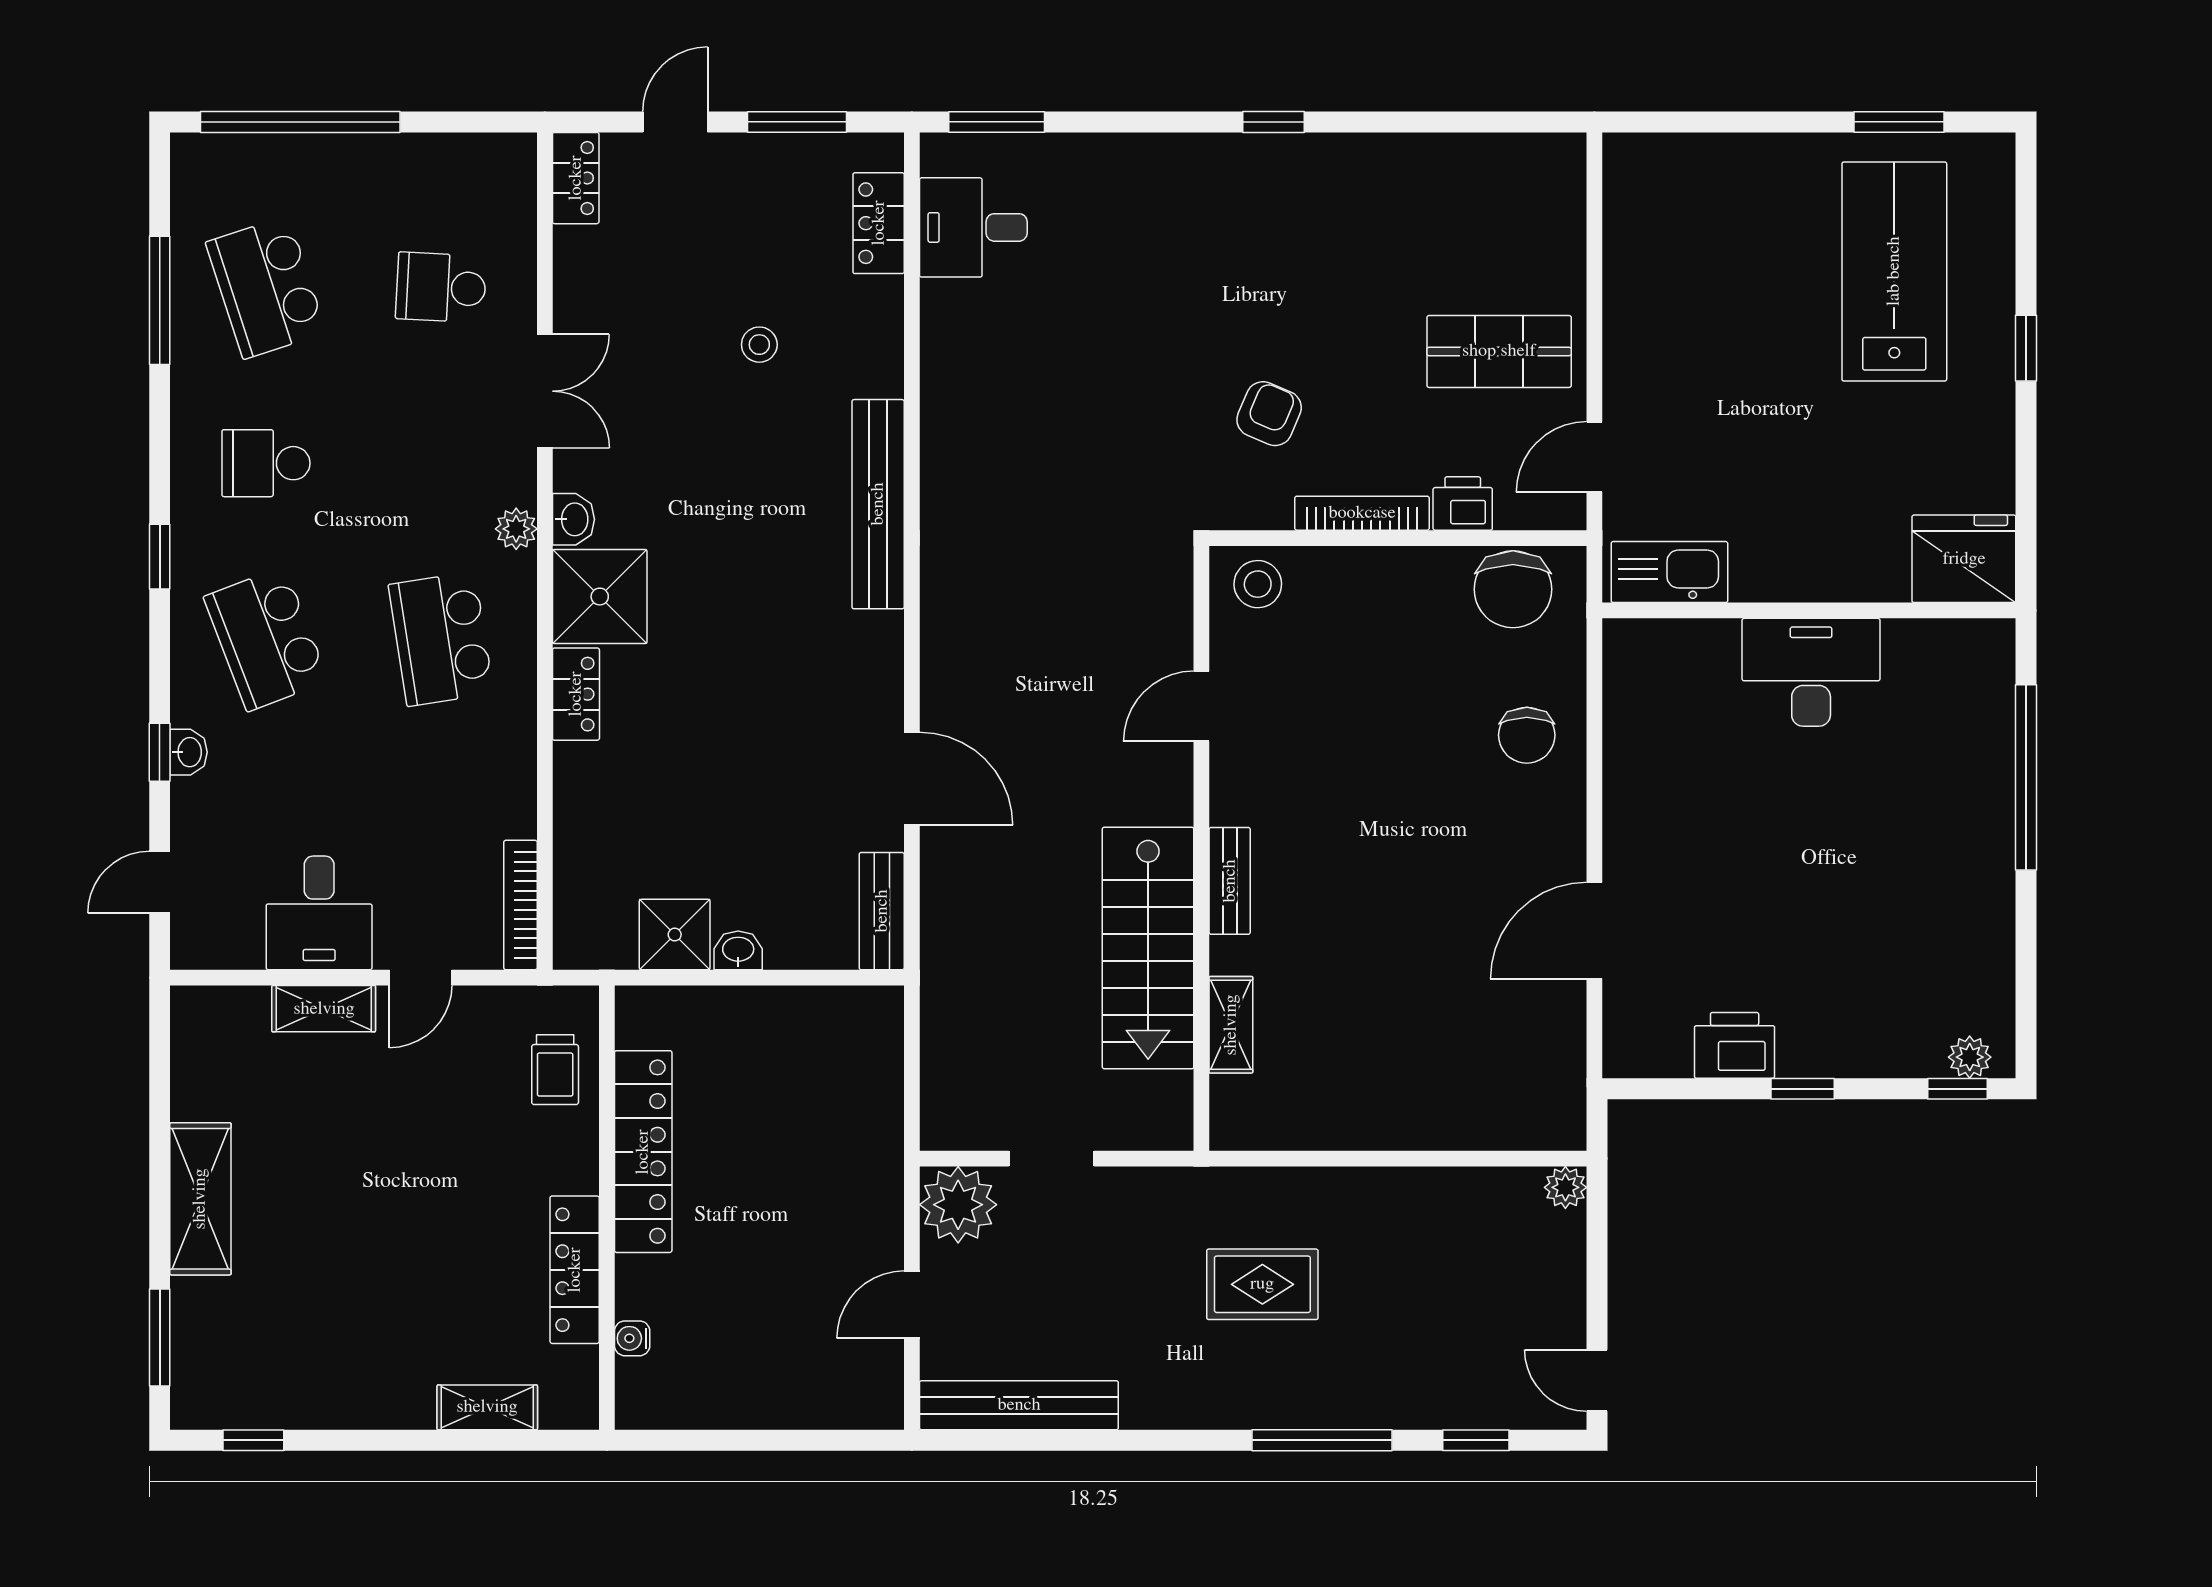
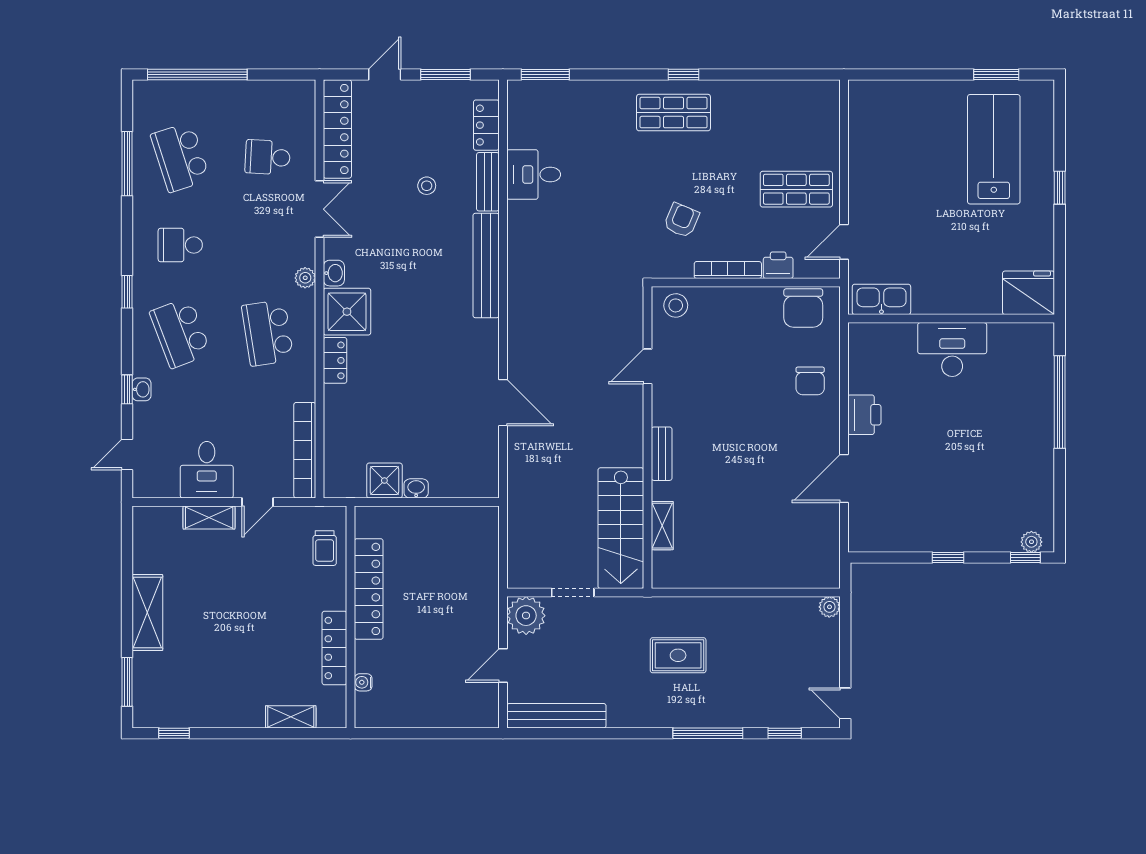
locker: (576, 178) -> (337, 129), width x2.16, depth x1.21
shop shelf: (1253, 198) -> (673, 113), added
desk: (973, 227) -> (534, 174), moved
bookcase: (520, 905) -> (305, 450), width x1.48, depth x1.31
bench: (882, 911) -> (488, 182), moved
stairs: (1148, 948) -> (621, 528), moved
printer: (1735, 1045) -> (864, 415), moved, turned 90

